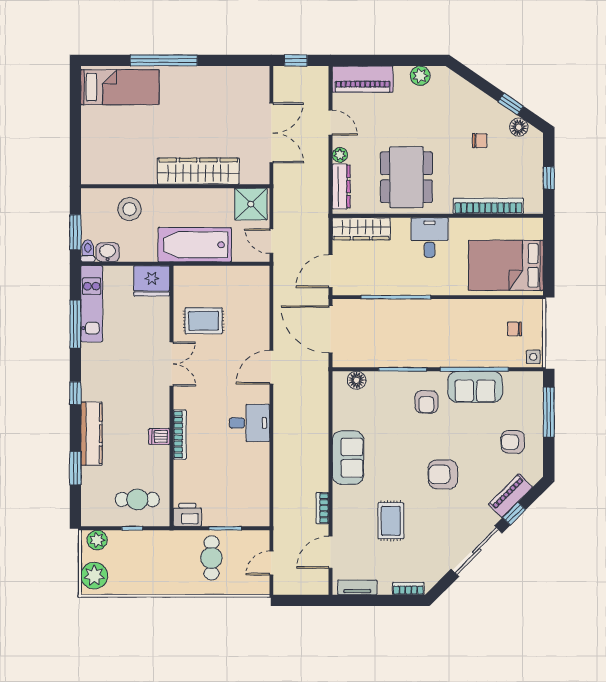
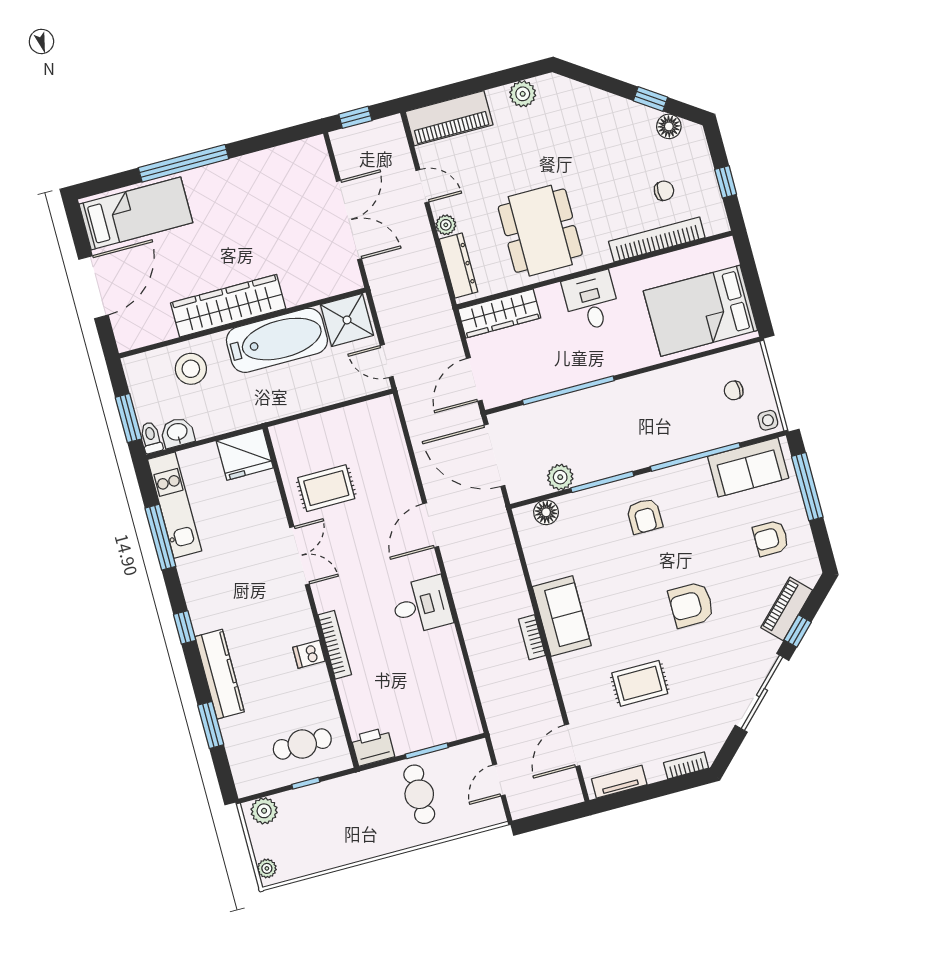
door: (75, 132) -> (93, 287), added
chair: (480, 141) -> (664, 191), moved
wardrobe: (198, 171) -> (228, 306), moved
bathtub: (195, 245) -> (277, 340), moved, turned 180
plant: (373, 358) -> (560, 477), added
sofa: (475, 387) -> (748, 467), moved
bookcase: (322, 508) -> (532, 637), moved
rug: (391, 521) -> (640, 683), turned 90
plant: (94, 576) -> (267, 868), width x0.53, depth x0.53

